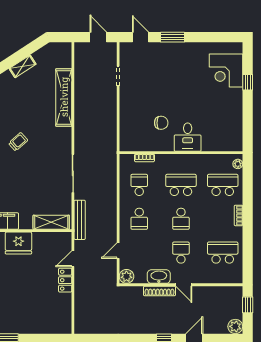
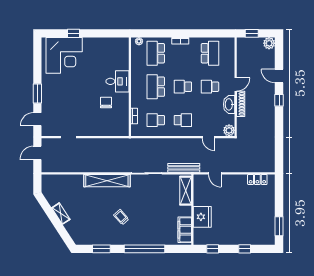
corner desk: (226, 70) -> (64, 55), width x1.36, depth x1.36
shelving: (64, 97) -> (107, 181), moved
school desk: (181, 219) -> (183, 87), turned 180
school desk: (223, 253) -> (210, 53), turned 180
locker: (65, 280) -> (257, 179), moved

